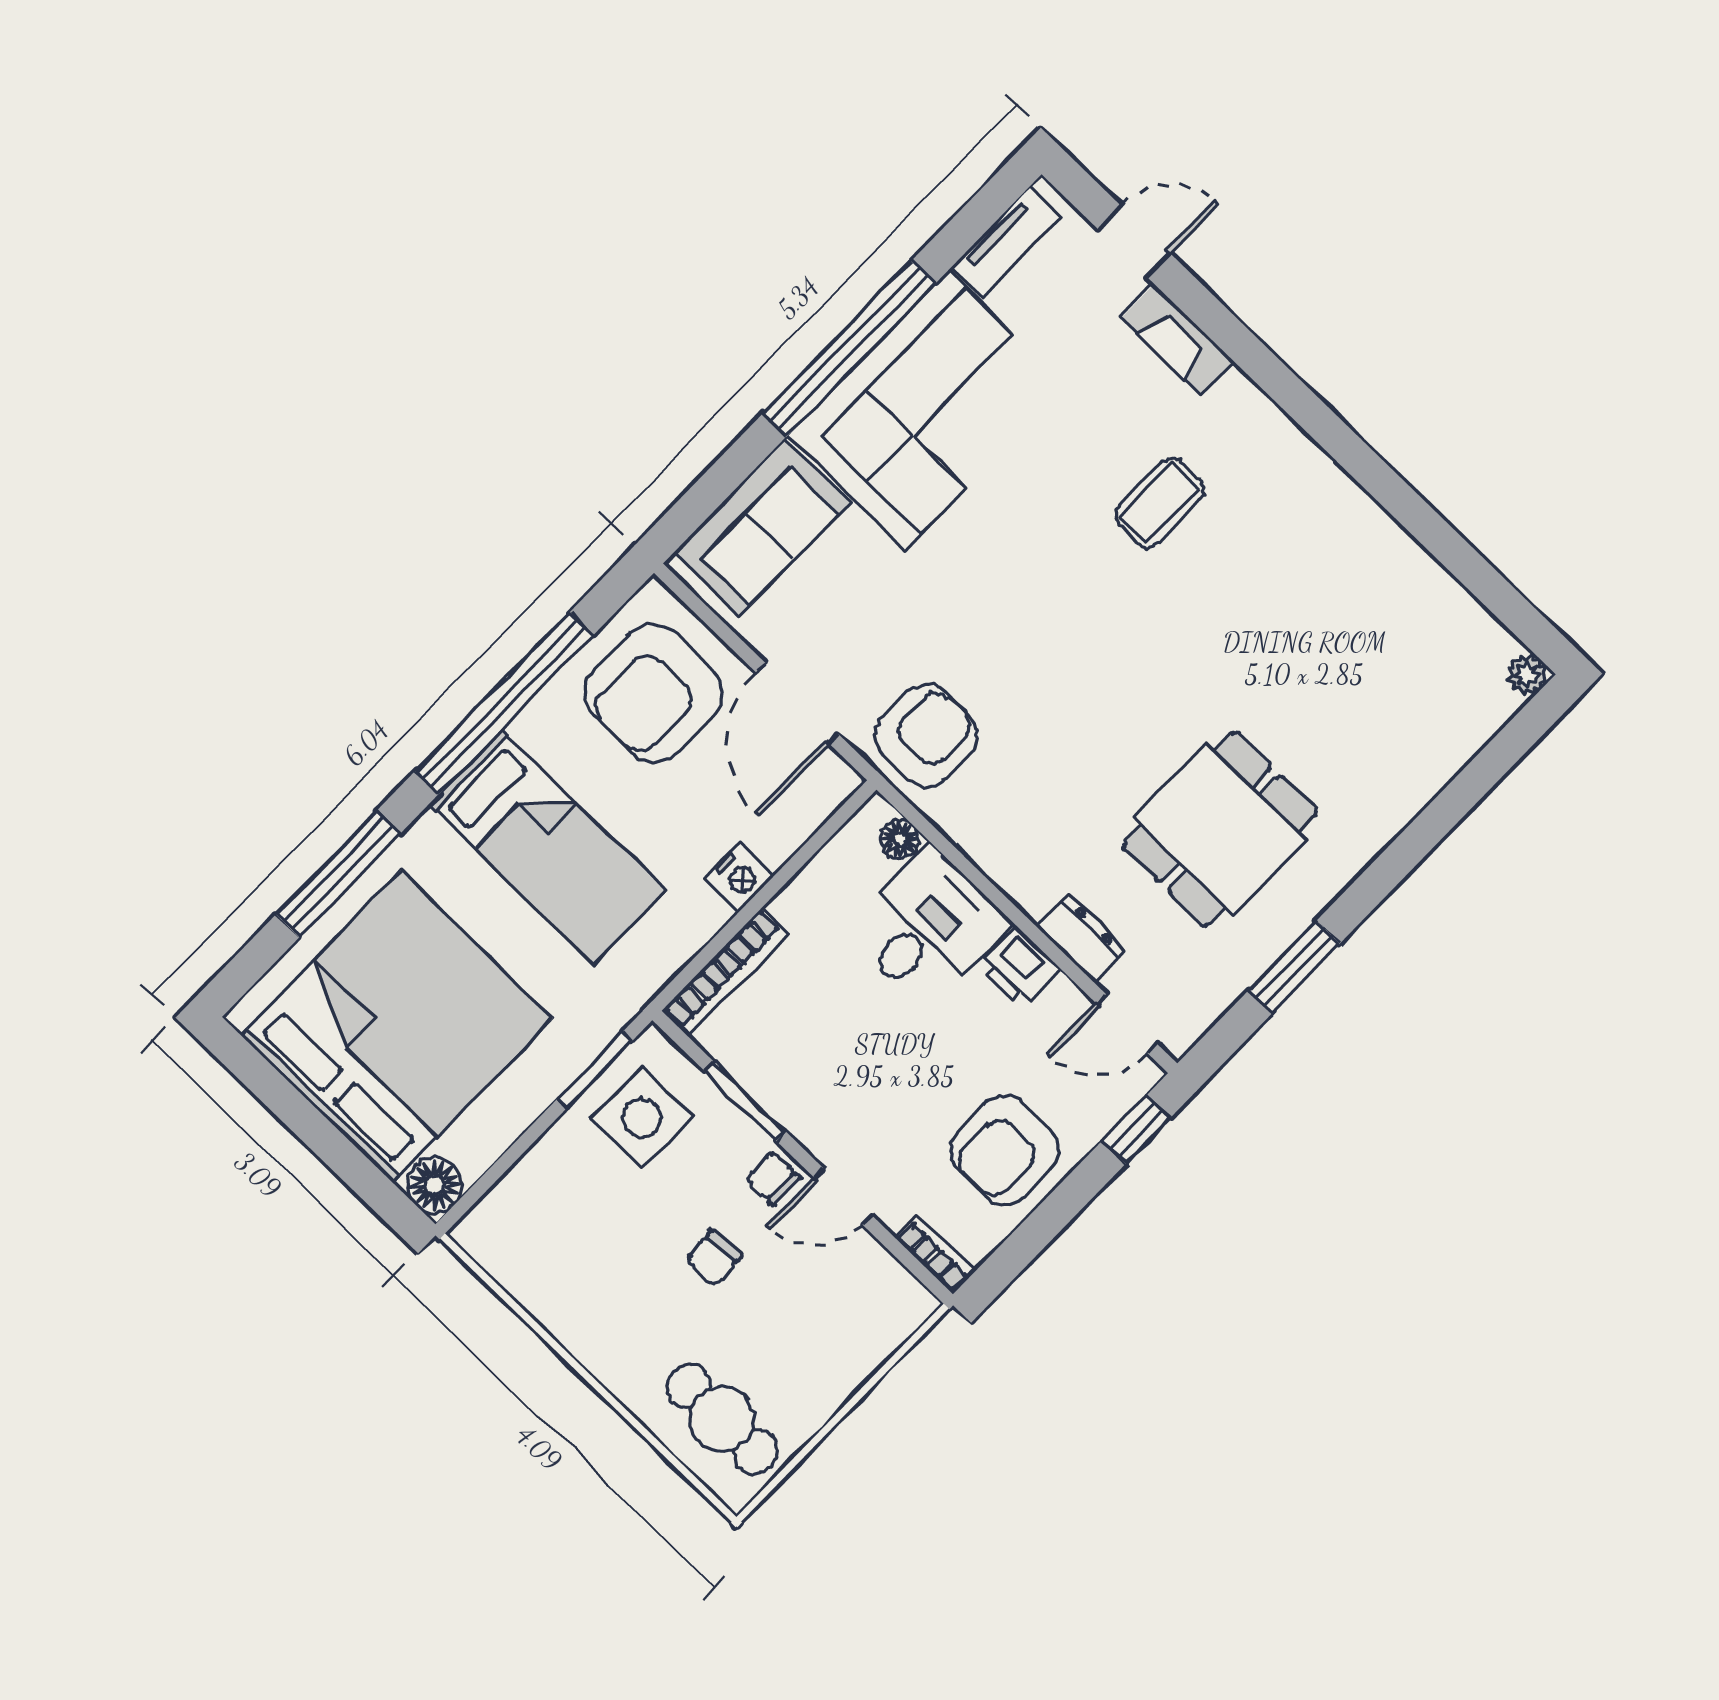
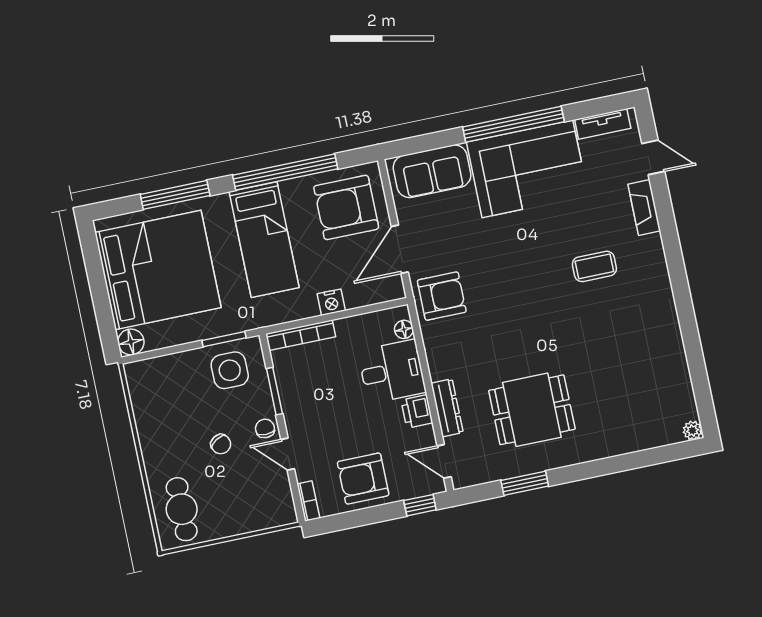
dresser: (1081, 938) -> (447, 408), width x1.44
chair: (714, 1258) -> (221, 444), turned -118

